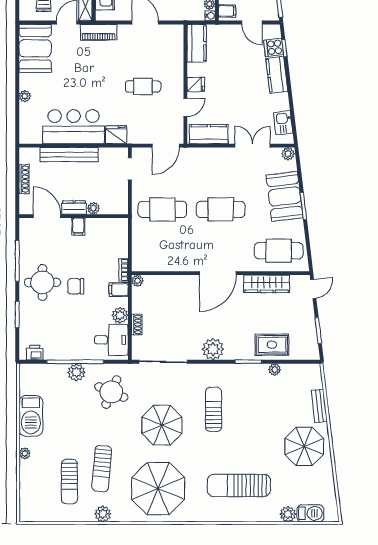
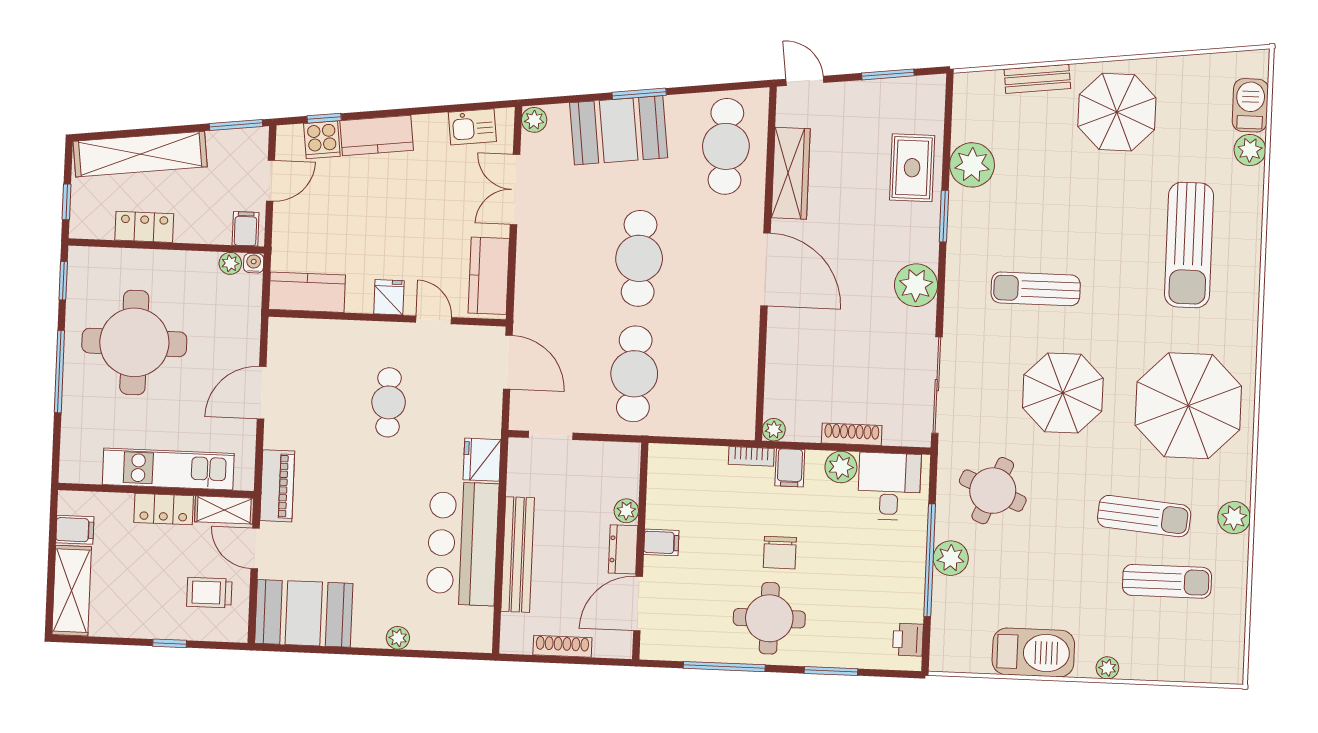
shoe rack: (137, 324) -> (852, 434), width x1.43
plant: (275, 370) -> (972, 165), width x1.88, depth x1.88

